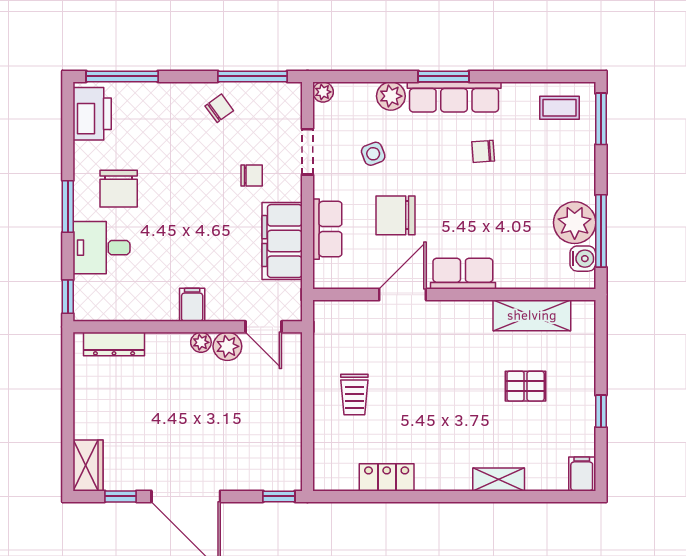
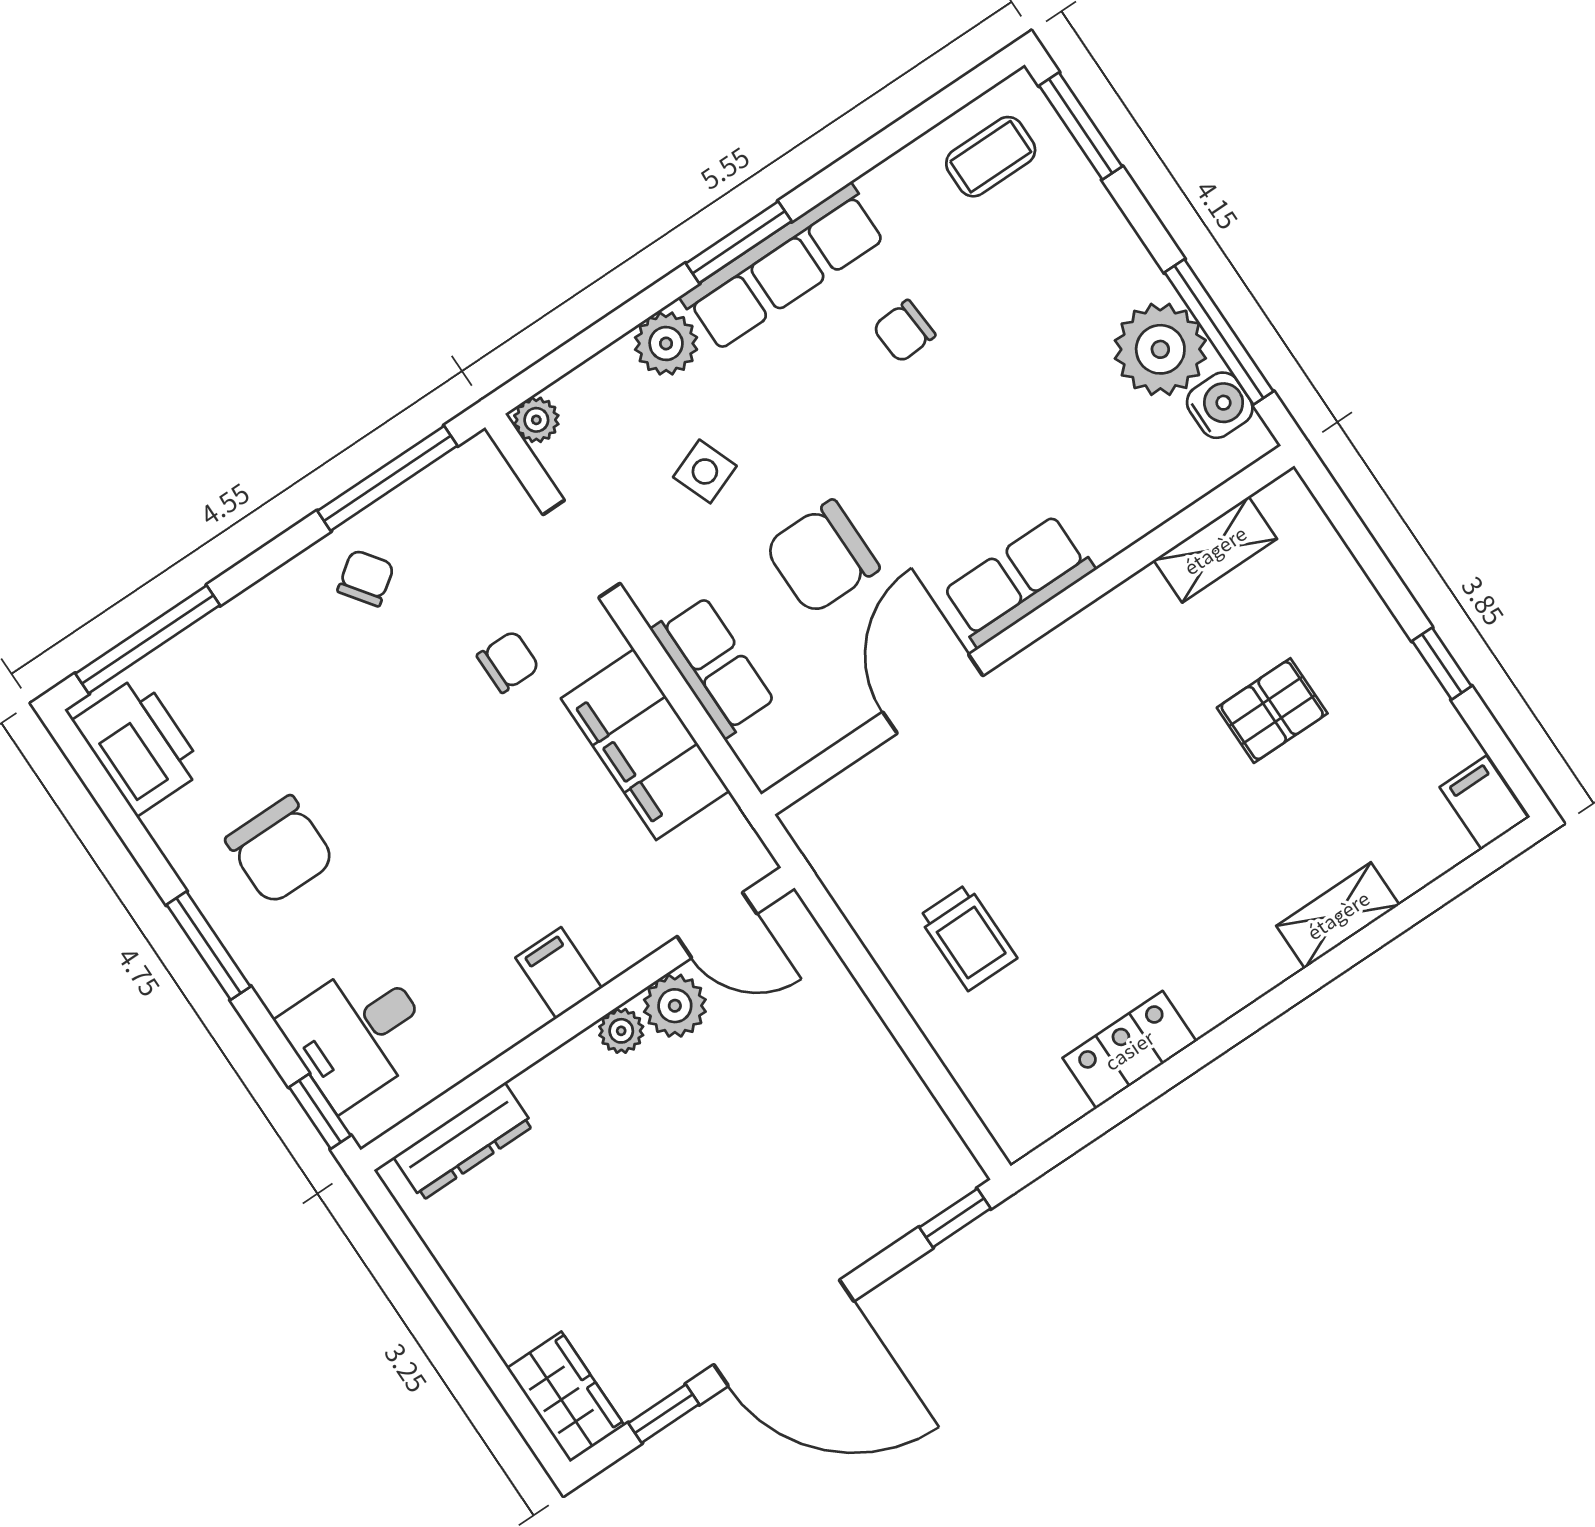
desk: (101, 248) -> (357, 1033), moved
shelving: (532, 315) -> (1215, 550), width x0.67, depth x0.75

